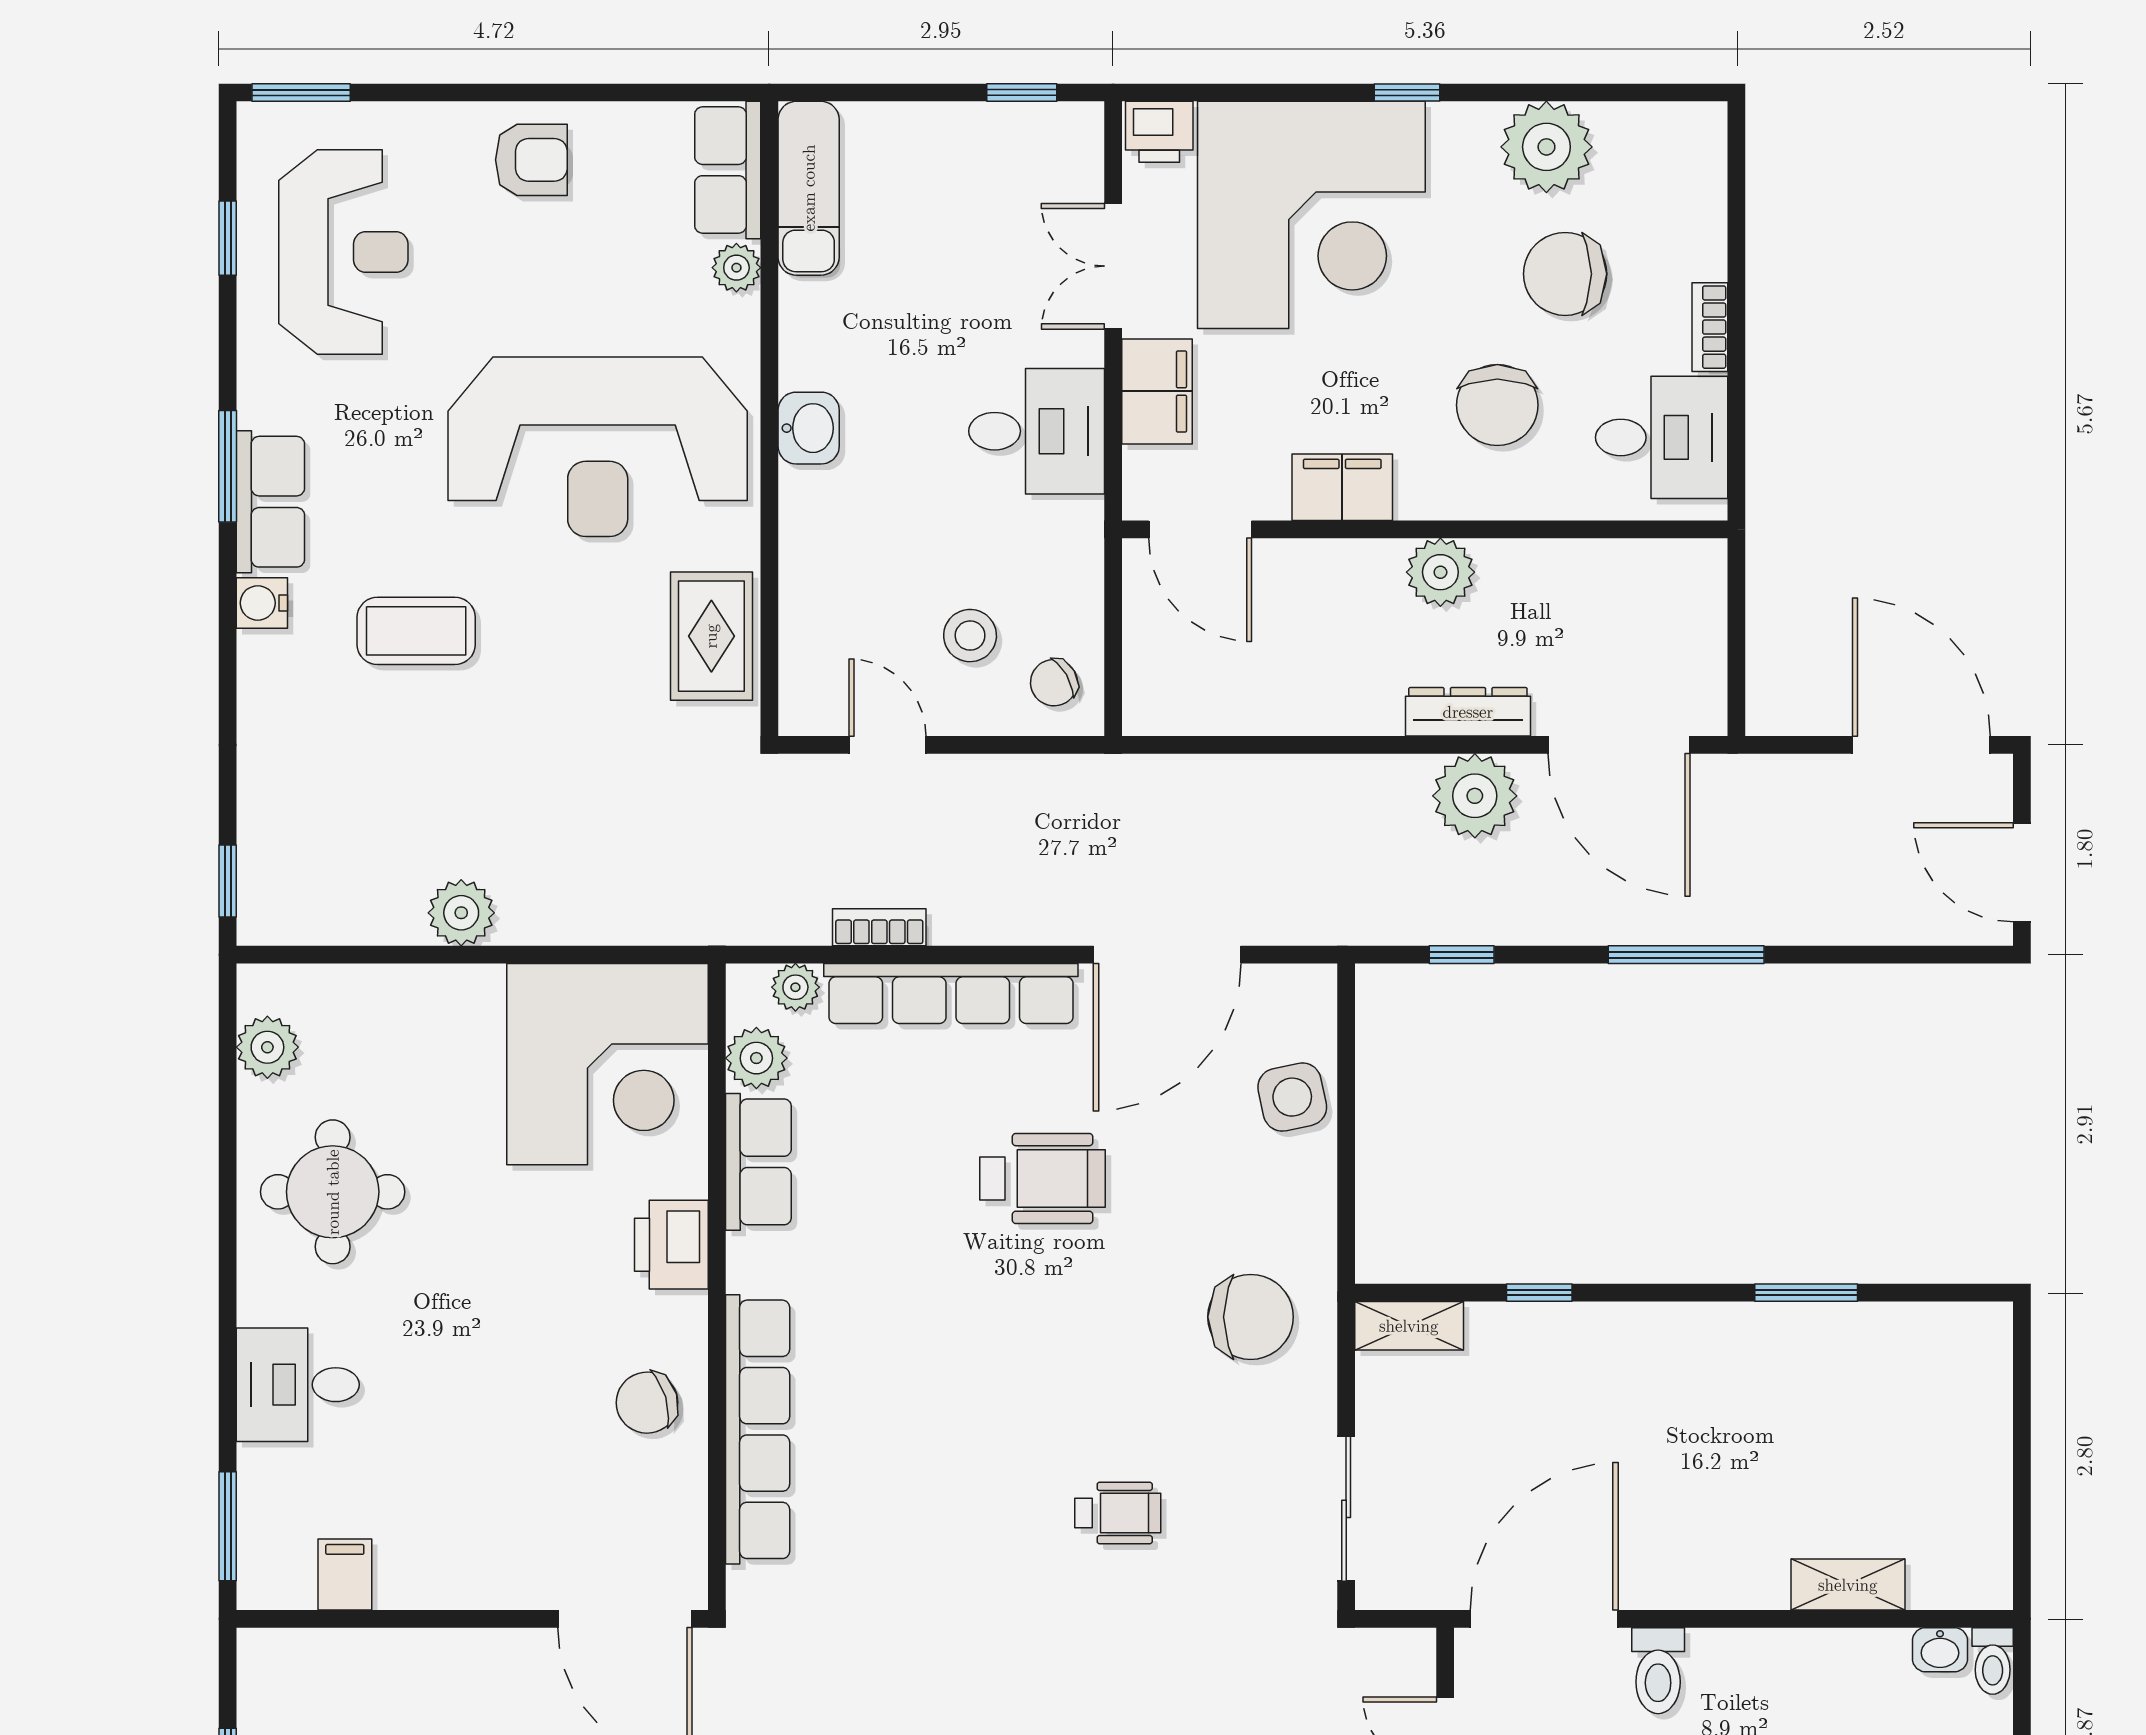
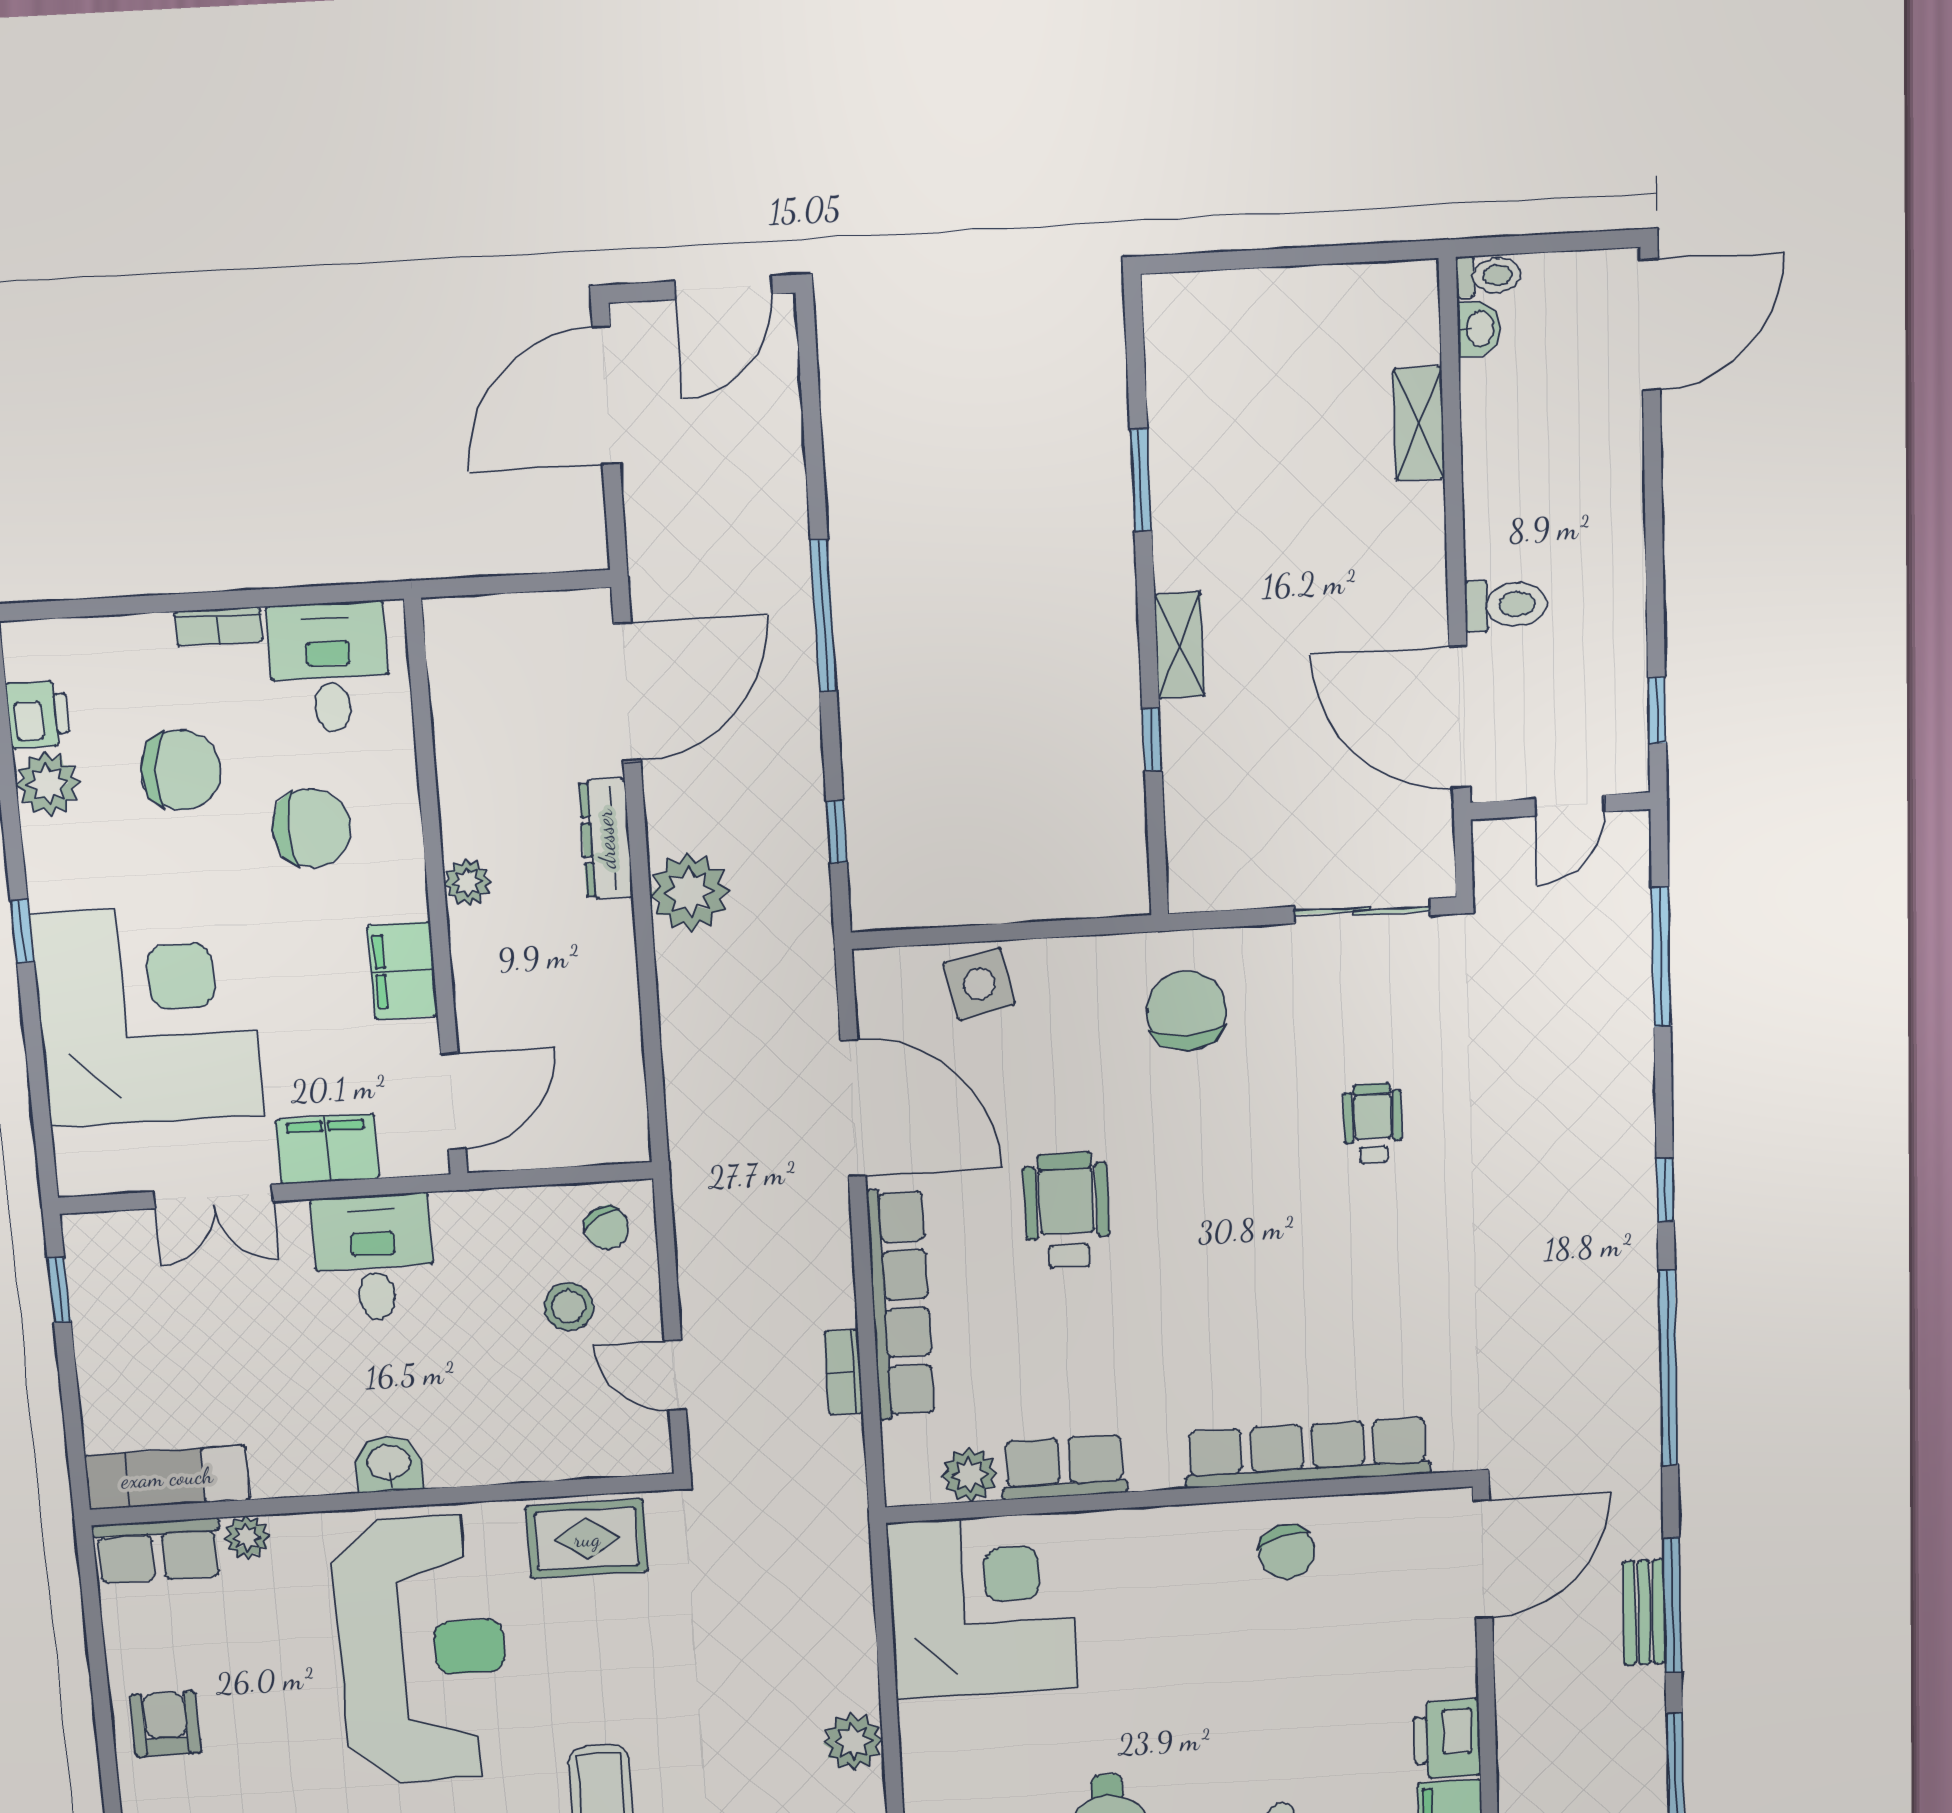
printer: (1159, 132) -> (38, 715), moved
plant: (1546, 147) -> (48, 784), width x0.73, depth x0.73
chair: (1565, 274) -> (181, 770), turned -86
plant: (1440, 572) -> (467, 882), width x0.73, depth x0.73
door: (887, 745) -> (675, 1375), hinge flipped
plant: (1475, 796) -> (690, 892), moved
plant: (795, 987) -> (903, 1444), removed
printer: (671, 1245) -> (1447, 1739), moved, turned 90
shelving: (1409, 1326) -> (1180, 645), moved

